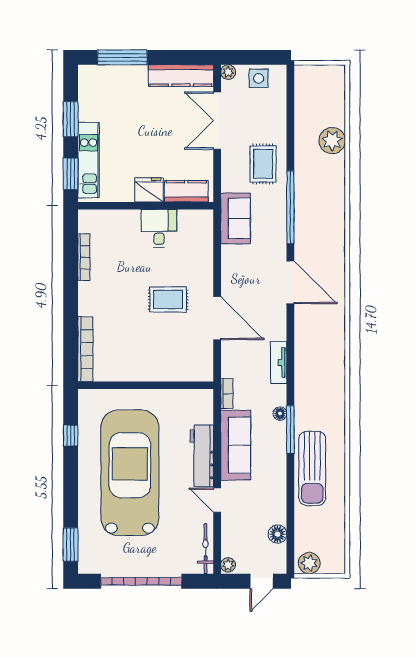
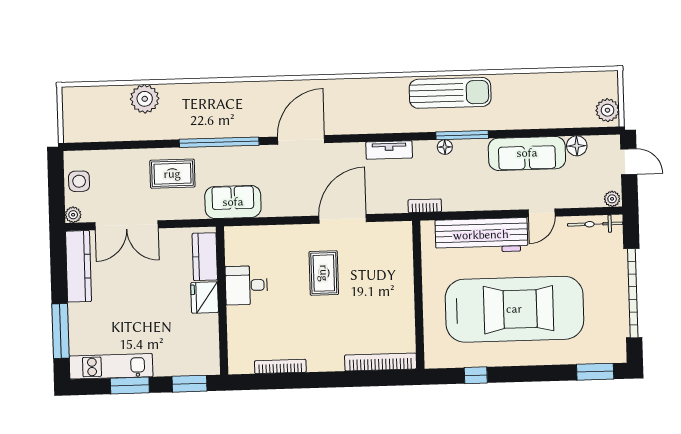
kitchen unit: (89, 160) -> (111, 366), moved
sofa: (236, 445) -> (527, 153), moved, turned 180
workbench: (202, 456) -> (481, 235), width x1.36, depth x1.32
sun lounger: (312, 468) -> (450, 93), moved
car: (130, 473) -> (514, 309), turned 180

